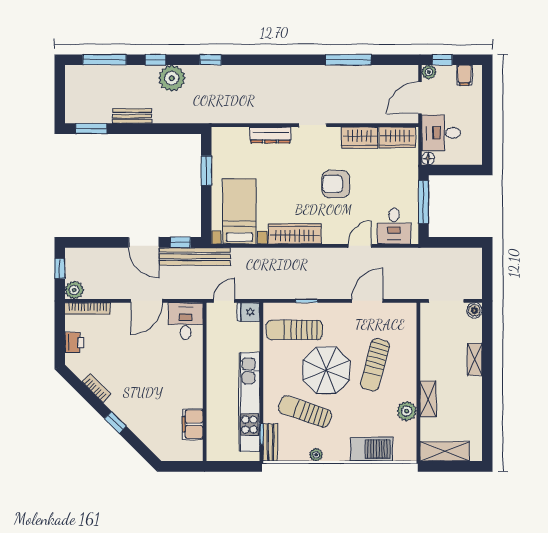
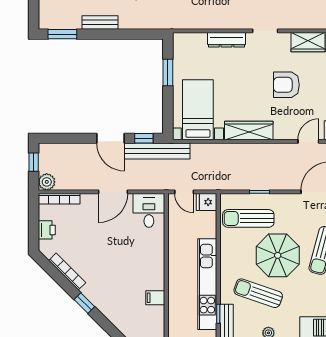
door: (224, 301) -> (184, 192), swing flipped
bookcase: (96, 388) -> (67, 272), width x1.56
filing cabinet: (193, 424) -> (155, 298), width x0.50

